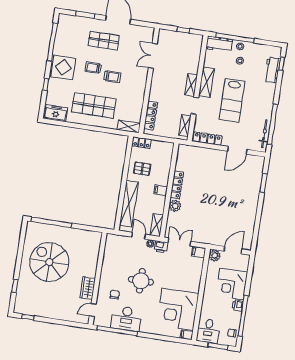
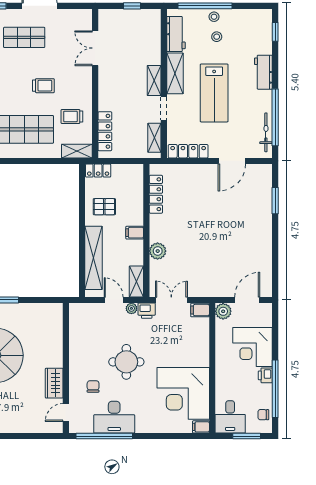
workbench: (219, 44) -> (176, 34), moved, turned -90
trolley: (93, 68) -> (72, 116), moved
workbench: (272, 70) -> (263, 72), moved
locker: (177, 185) -> (156, 194), moved

